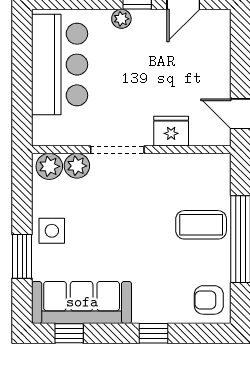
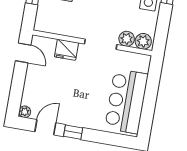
plant: (121, 19) -> (25, 112), moved

